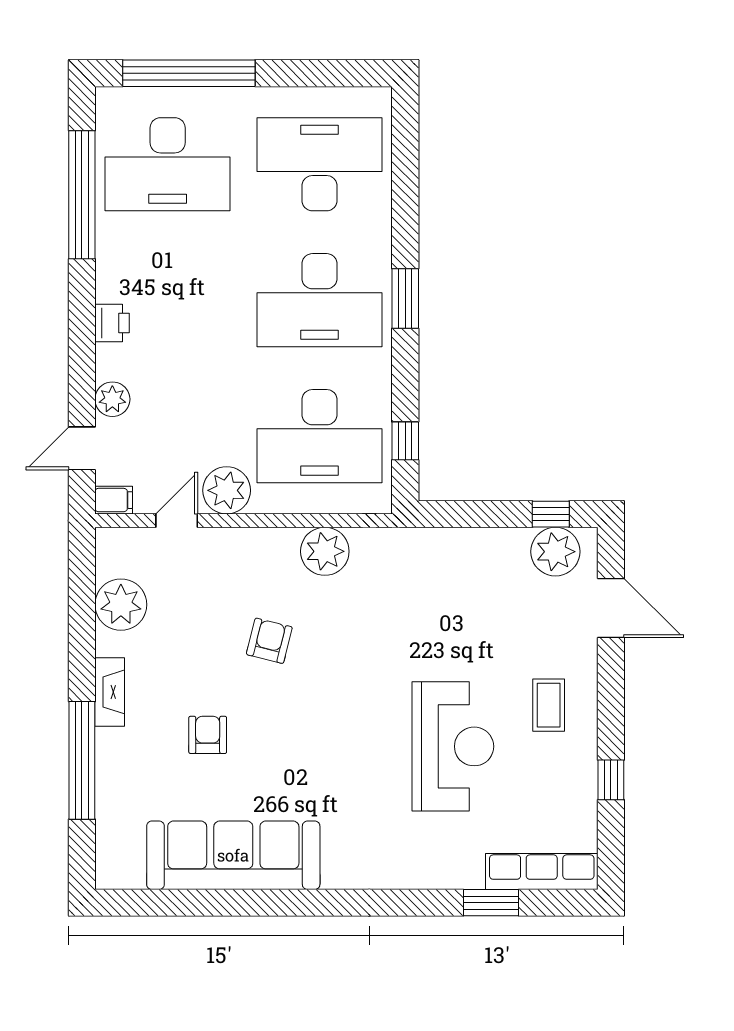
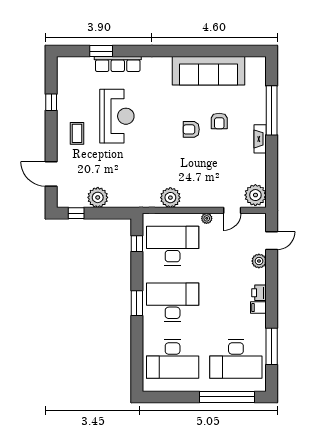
desk: (168, 164) -> (236, 359), turned 180
window: (82, 195) -> (272, 346), width x0.68
plant: (227, 490) -> (207, 218), width x0.53, depth x0.53
filing cabinet: (114, 500) -> (258, 308), moved
plant: (555, 552) -> (98, 197), moved
plant: (121, 605) -> (255, 195), moved
armchair: (269, 641) -> (191, 129), moved, turned 76
reception desk: (453, 746) -> (117, 116), turned 180
row of seats: (542, 871) -> (118, 64), moved

